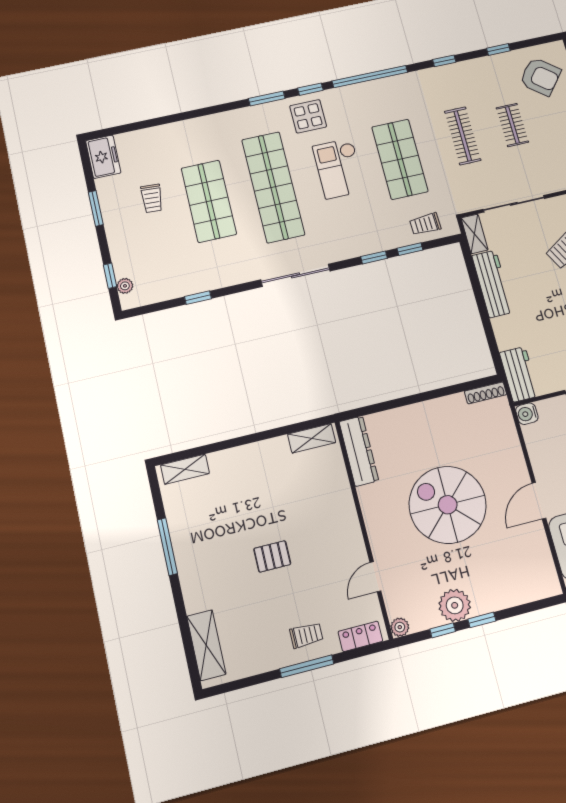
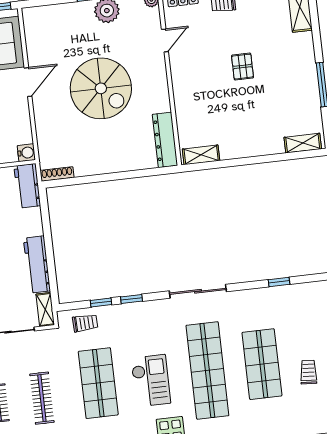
pallet: (272, 556) -> (242, 67), turned 90

